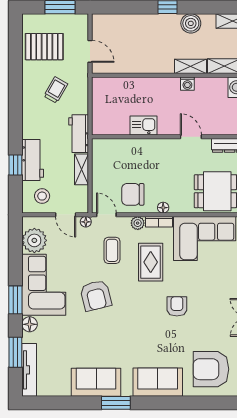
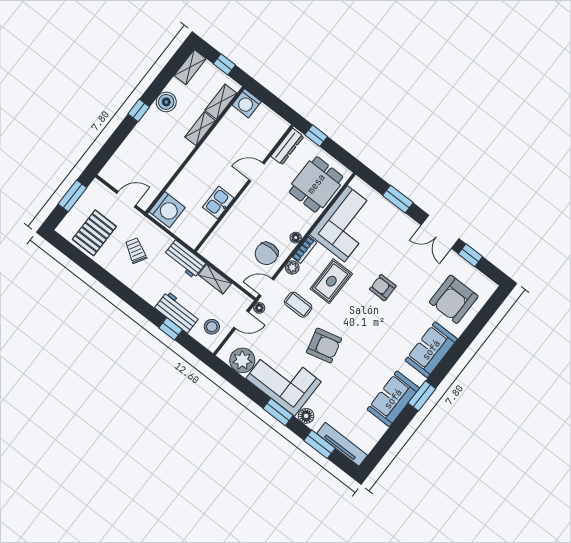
washing machine: (187, 84) -> (167, 210), moved, width x1.89, depth x1.89
rug: (151, 262) -> (331, 281), turned 90

